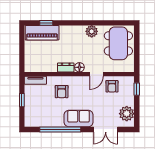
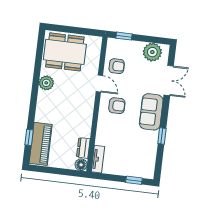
dresser: (66, 67) -> (83, 148), moved
floor lamp: (79, 67) -> (81, 165), moved
armchair: (62, 92) -> (117, 106), moved
window: (22, 100) -> (134, 180), moved
window: (60, 129) -> (162, 136), width x0.32

